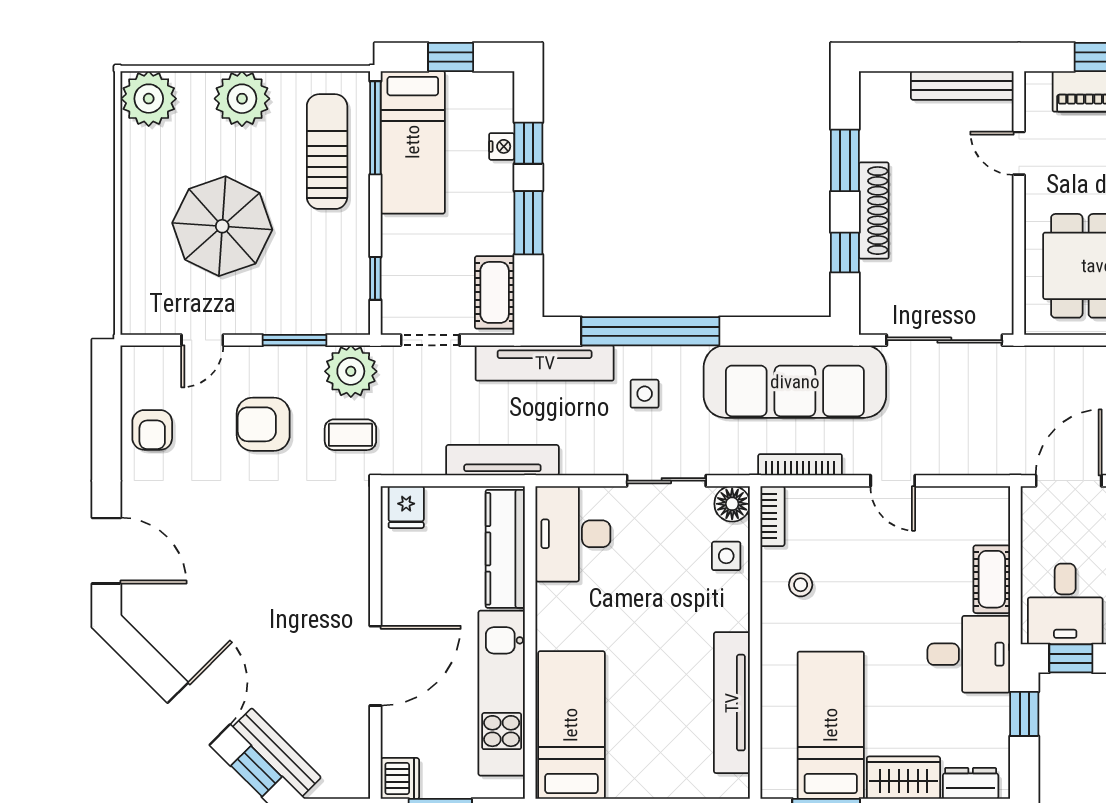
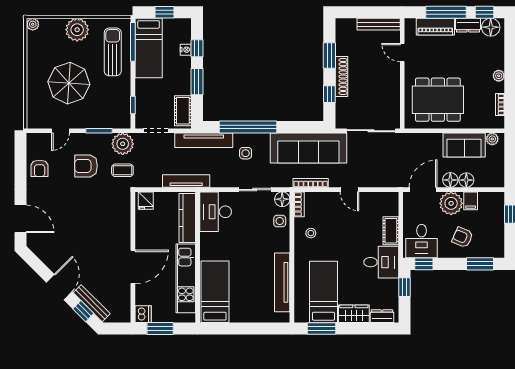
plant: (149, 99) -> (33, 24), width x0.53, depth x0.53

